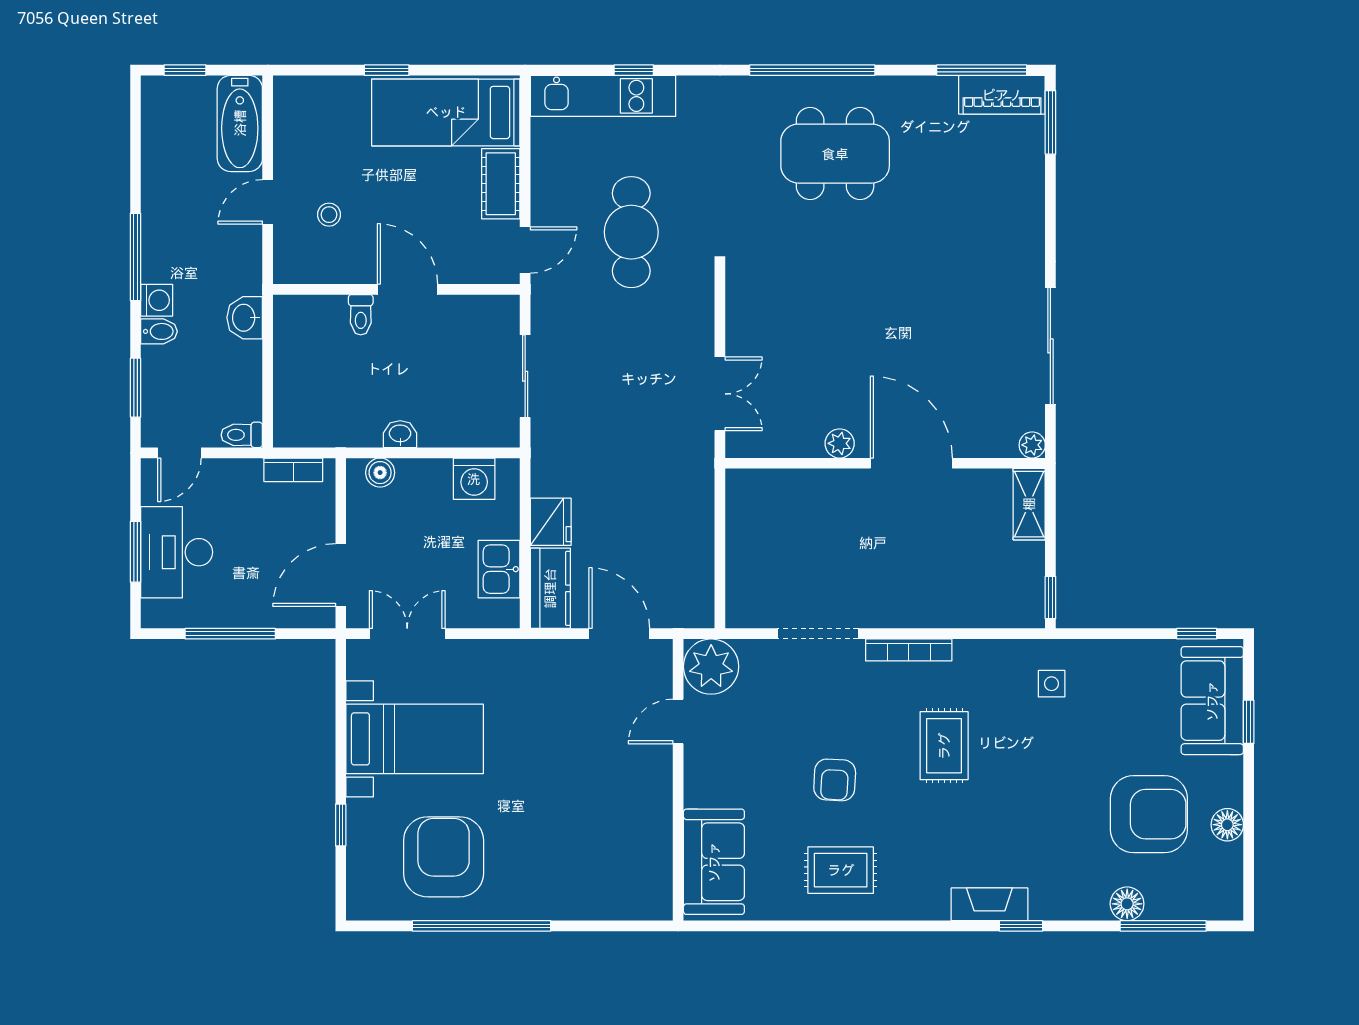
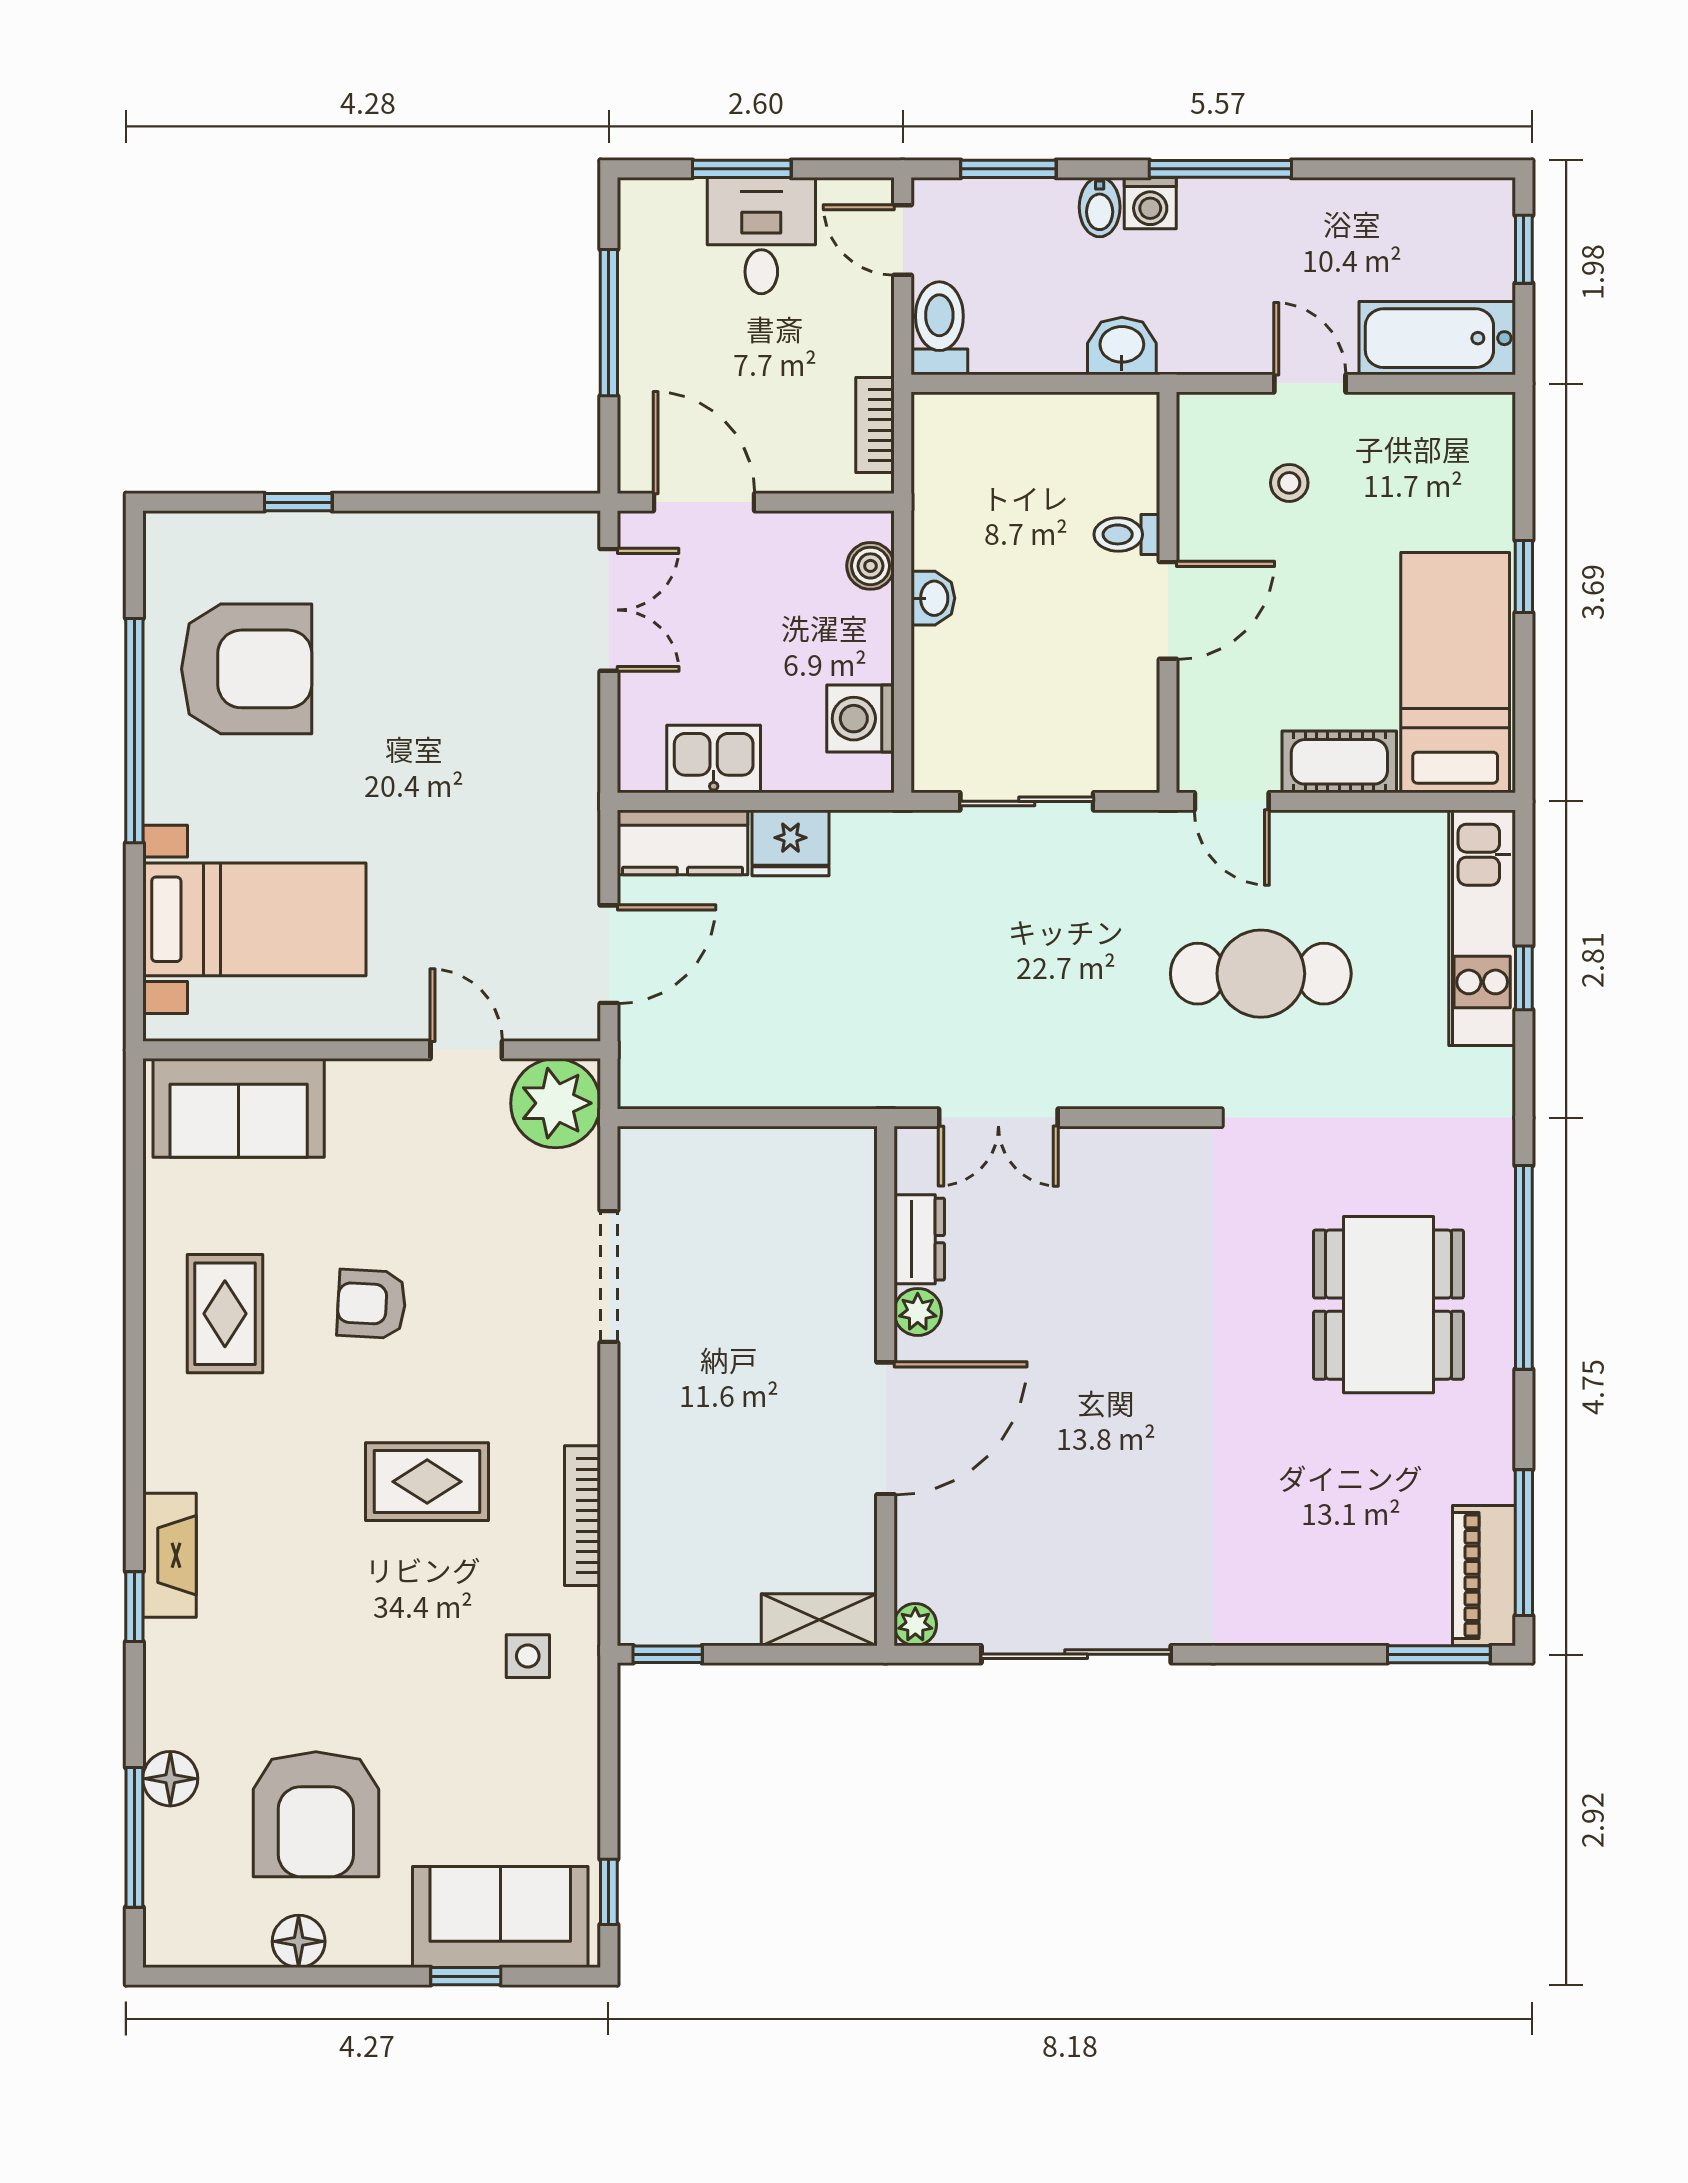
toilet: (242, 435) -> (939, 328), width x1.37, depth x1.39
dresser: (795, 443) -> (919, 1239), added
desk: (177, 552) -> (761, 236), width x0.73
bookcase: (909, 650) -> (582, 1516), moved
bed with nightstands: (415, 739) -> (254, 919), moved, turned -90

